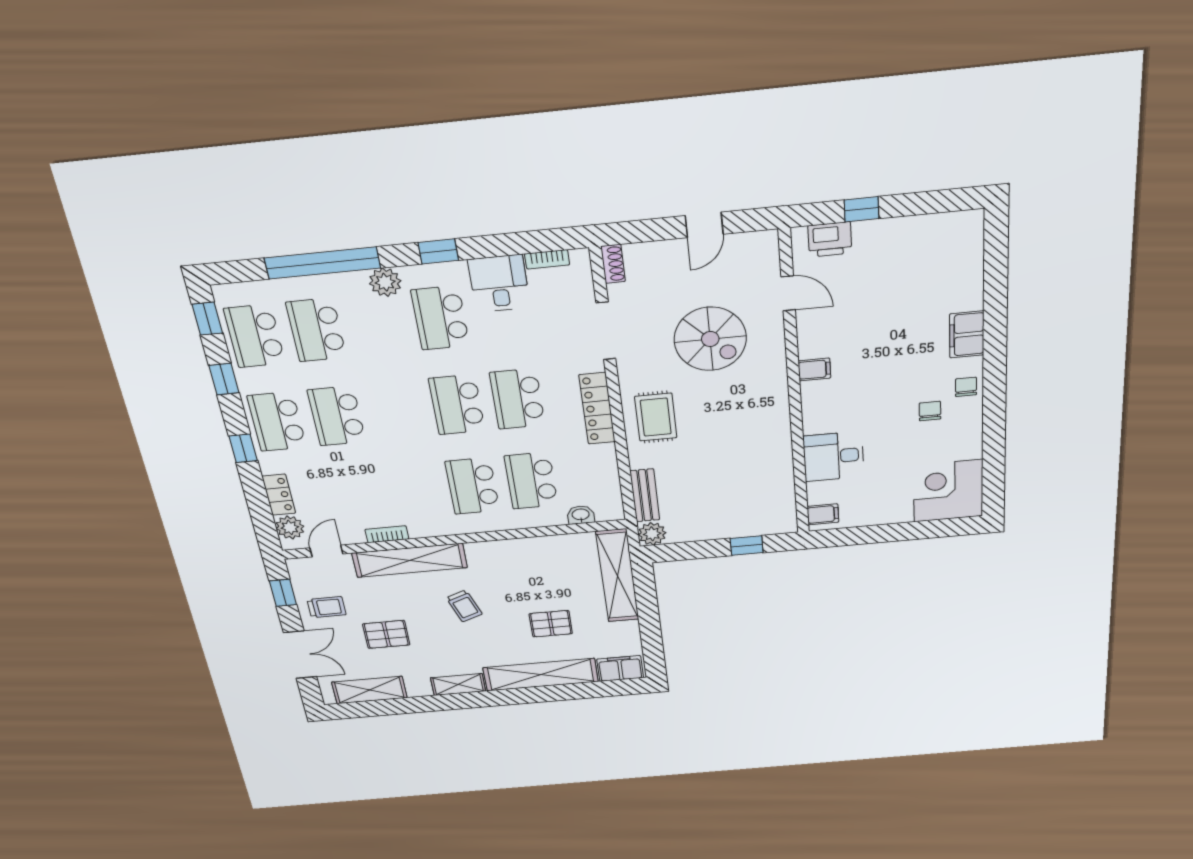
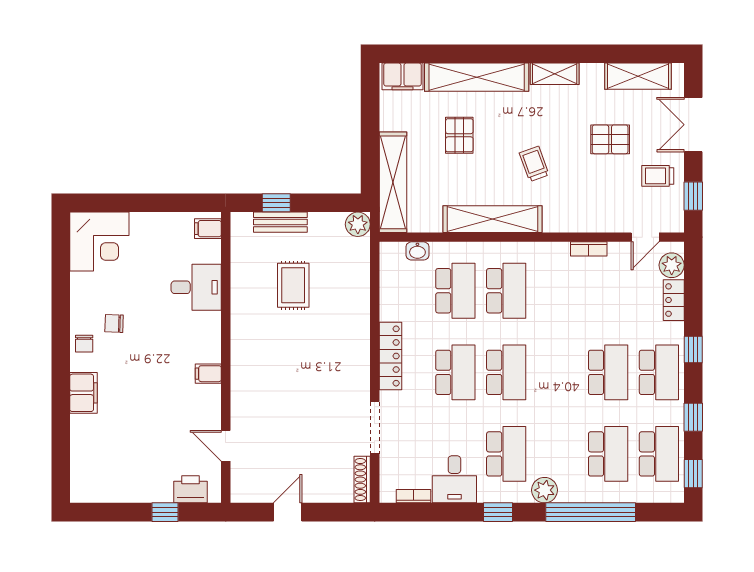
shoe rack: (613, 264) -> (362, 480), width x1.43
spiral stairs: (710, 339) -> (291, 411), removed
chair: (930, 411) -> (114, 323), turned 92
rug: (656, 417) -> (293, 285), moved
bench: (645, 495) -> (280, 222), moved, turned 90
shelving: (410, 560) -> (492, 219), moved
pallet: (551, 624) -> (459, 135), turned 90

